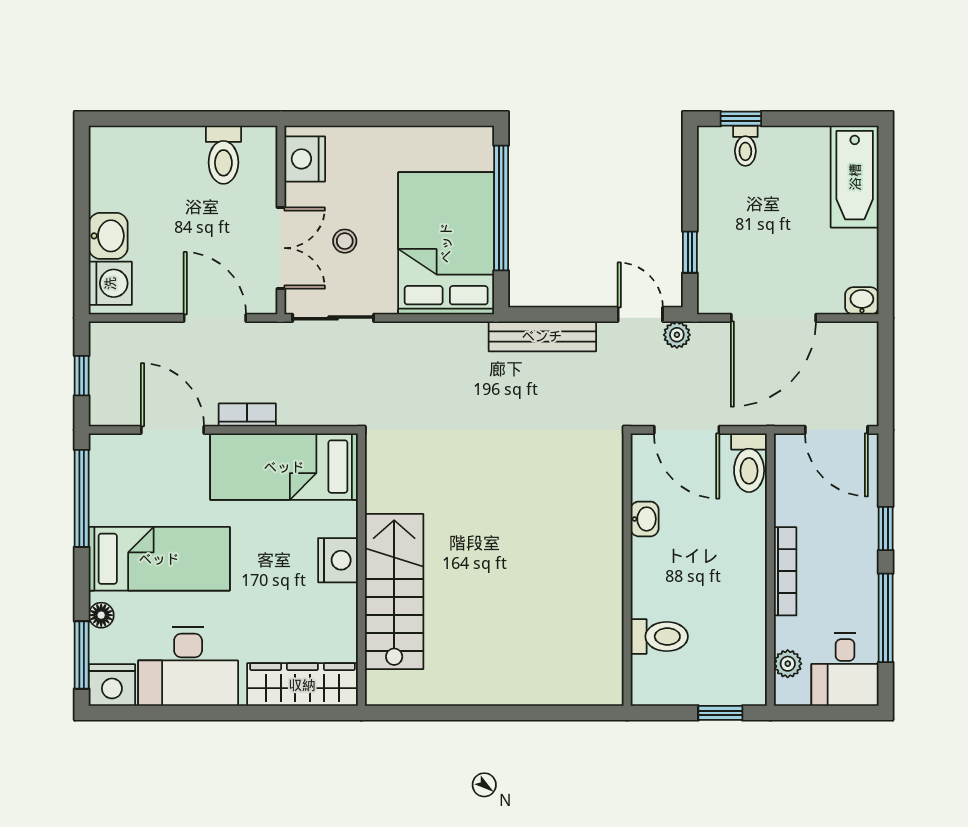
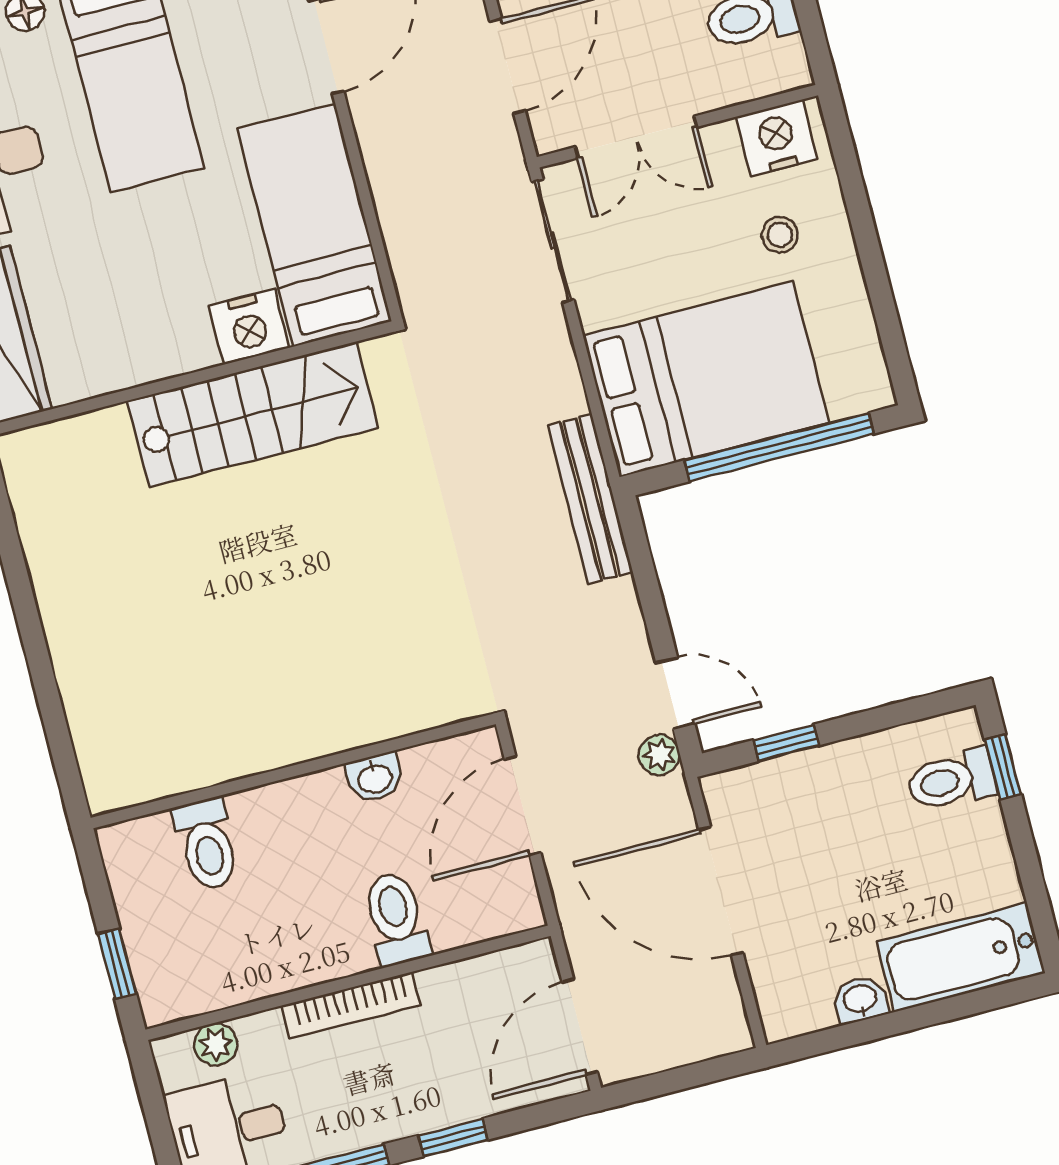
toilet: (745, 146) -> (951, 780), width x1.37, depth x1.39
stool: (345, 241) -> (780, 235), moved
washbasin: (862, 301) -> (860, 1000), moved, turned -90
door: (640, 314) -> (675, 693), hinge flipped
bench: (542, 336) -> (590, 499), moved
bookcase: (247, 415) -> (377, 151), removed
toilet: (749, 463) -> (396, 919), moved, turned 90
nightstand: (338, 560) -> (249, 327), moved
stairs: (394, 591) -> (253, 414), moved

